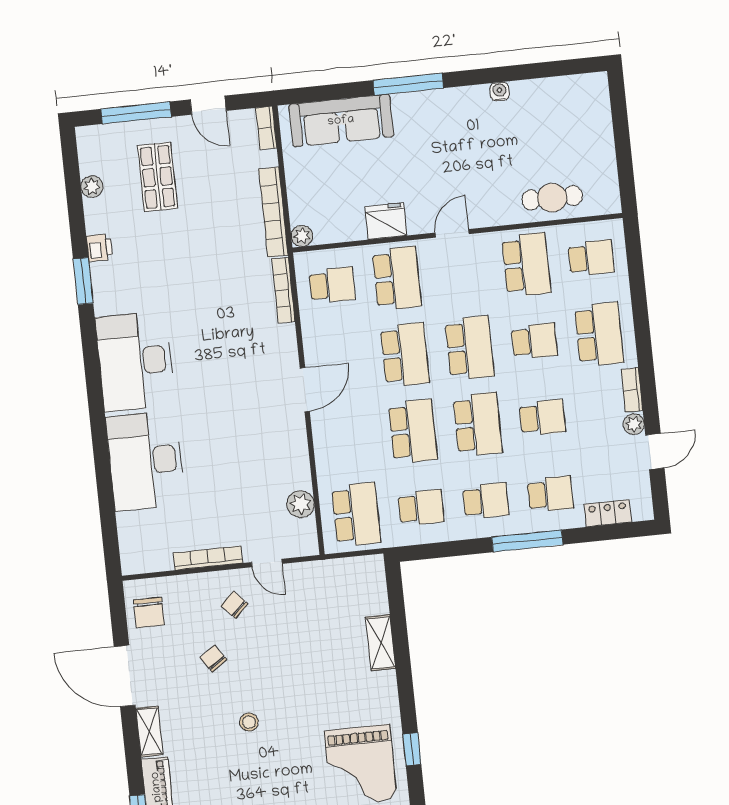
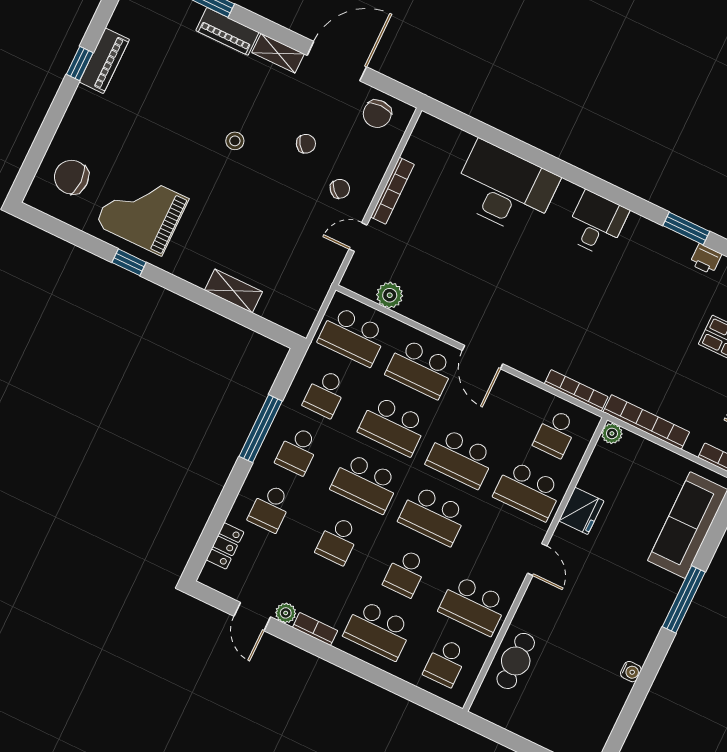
desk: (135, 361) -> (596, 223), width x0.53, depth x0.77
school desk: (348, 438) -> (420, 369), added
window: (527, 541) -> (261, 429), moved
chair: (149, 612) -> (377, 114), turned -90

